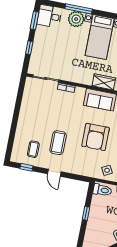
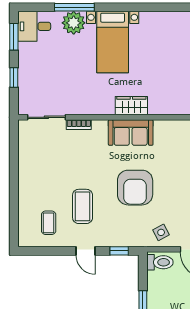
window: (26, 167) -> (119, 251), moved

